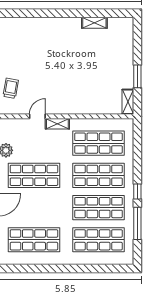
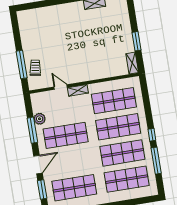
door: (37, 116) -> (61, 87), hinge flipped

